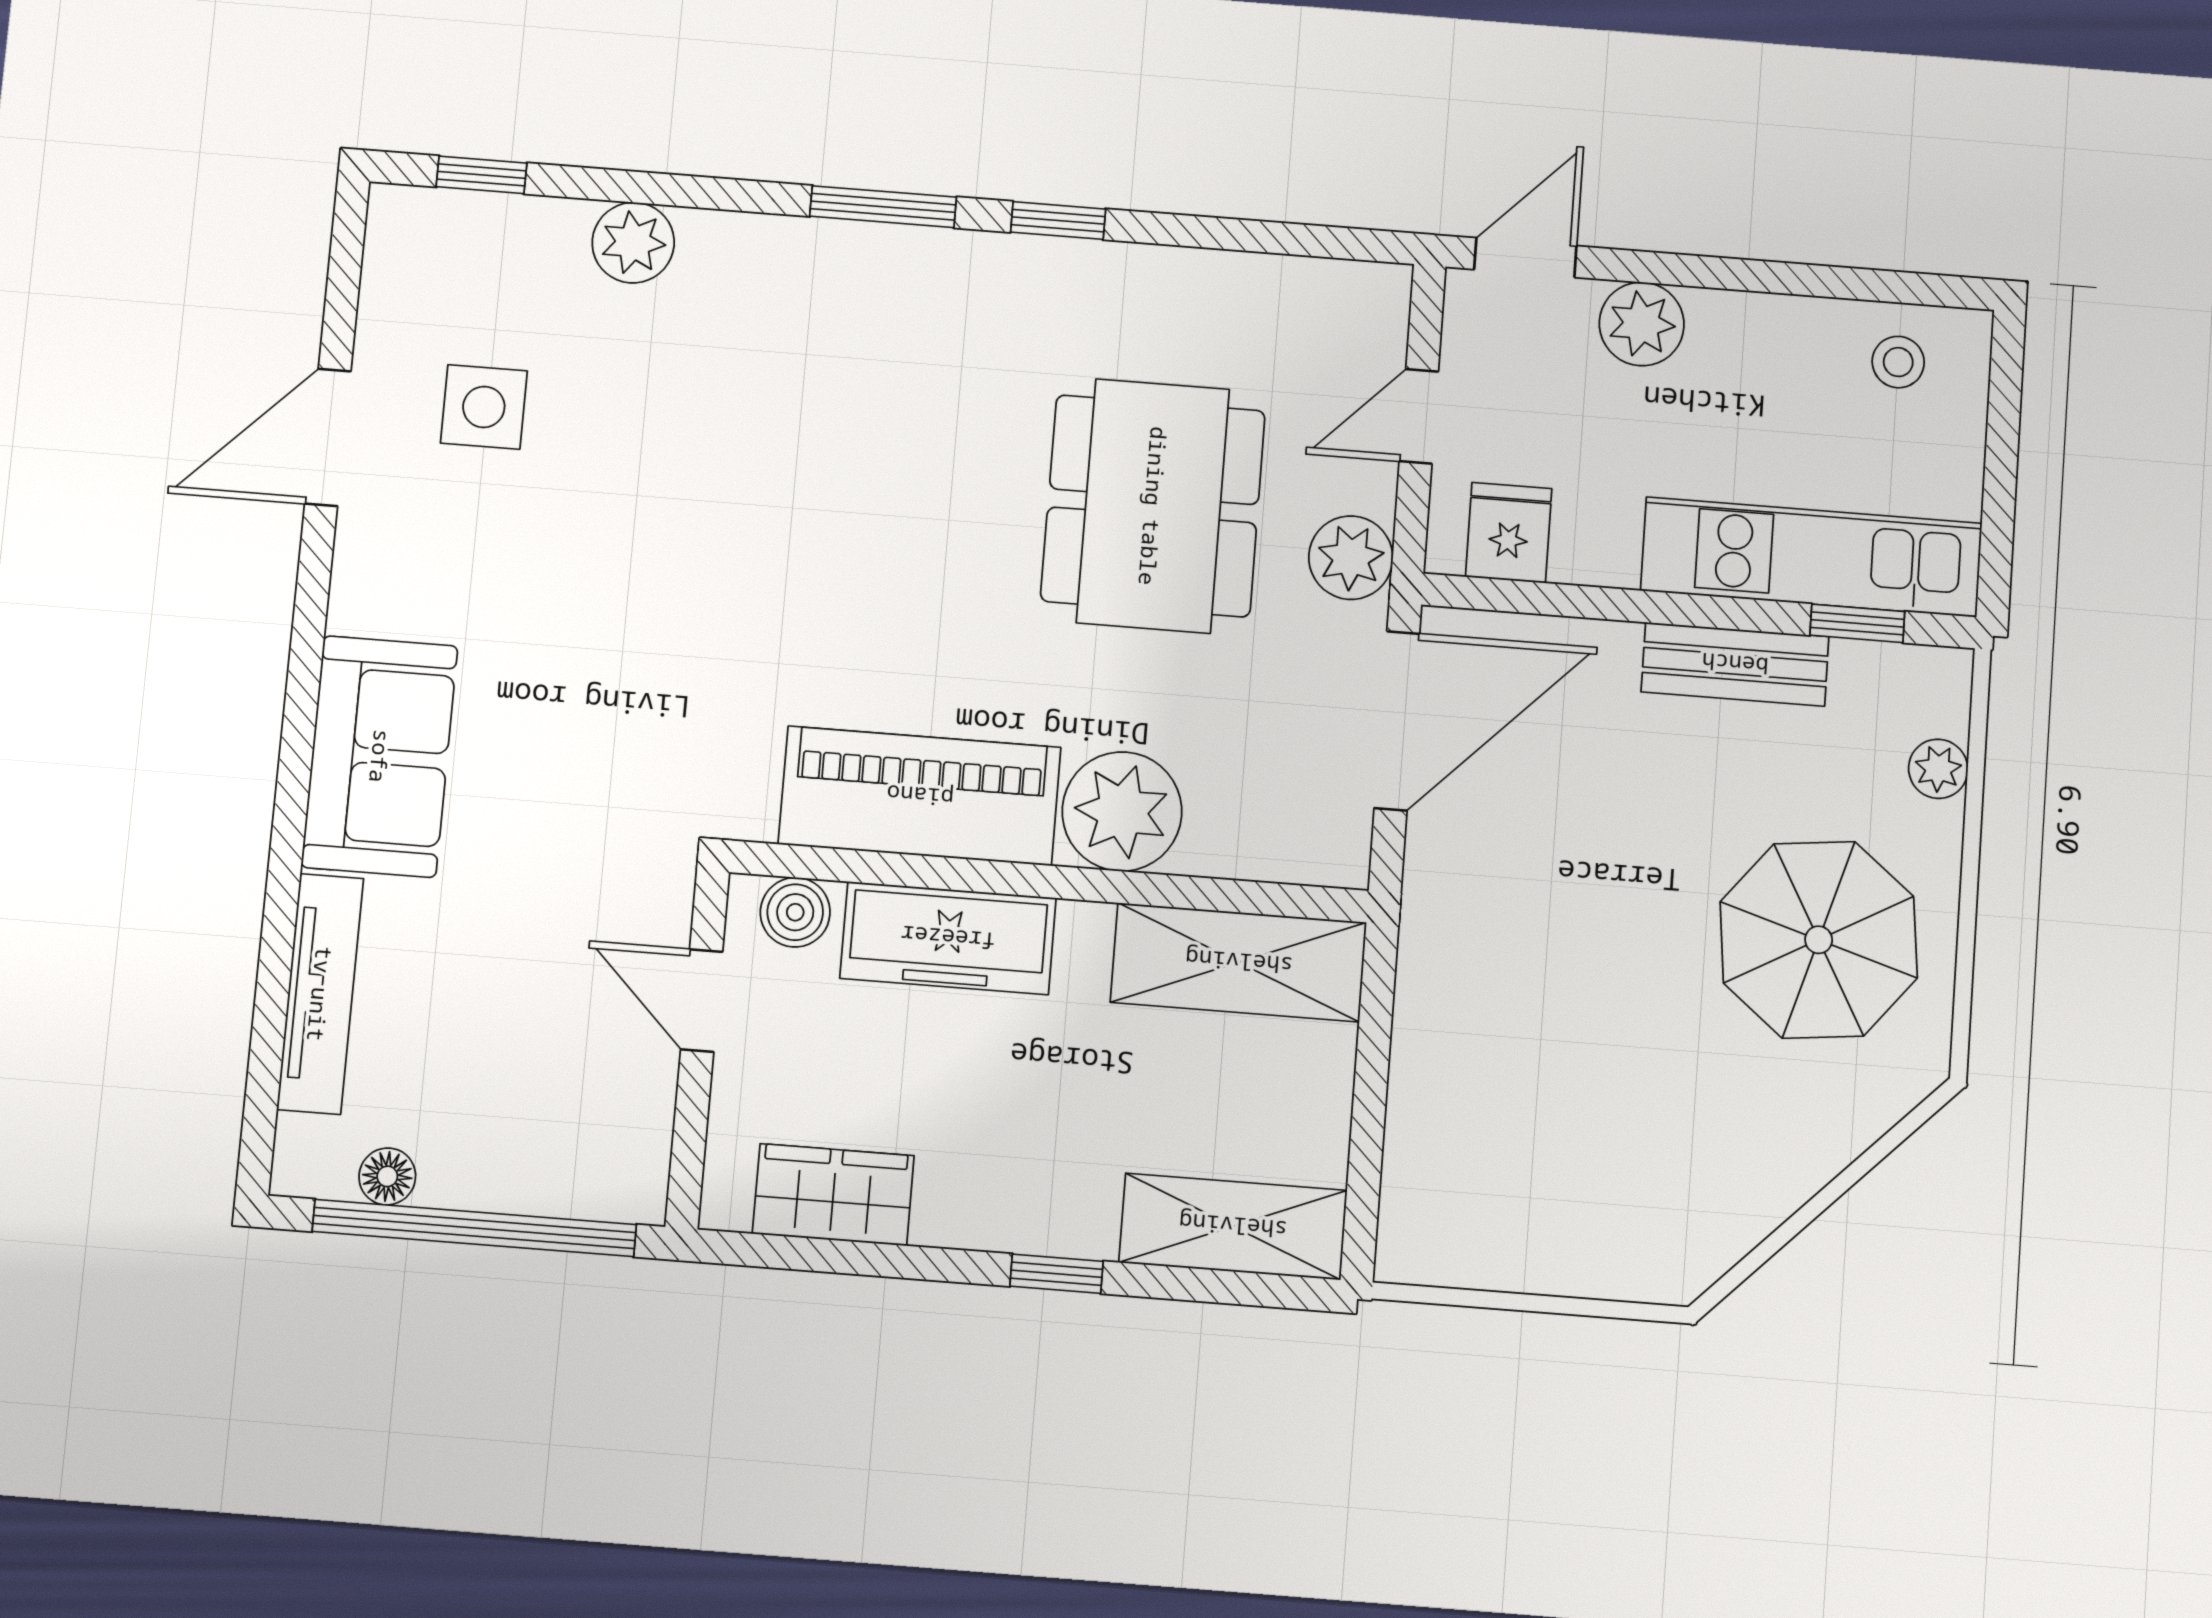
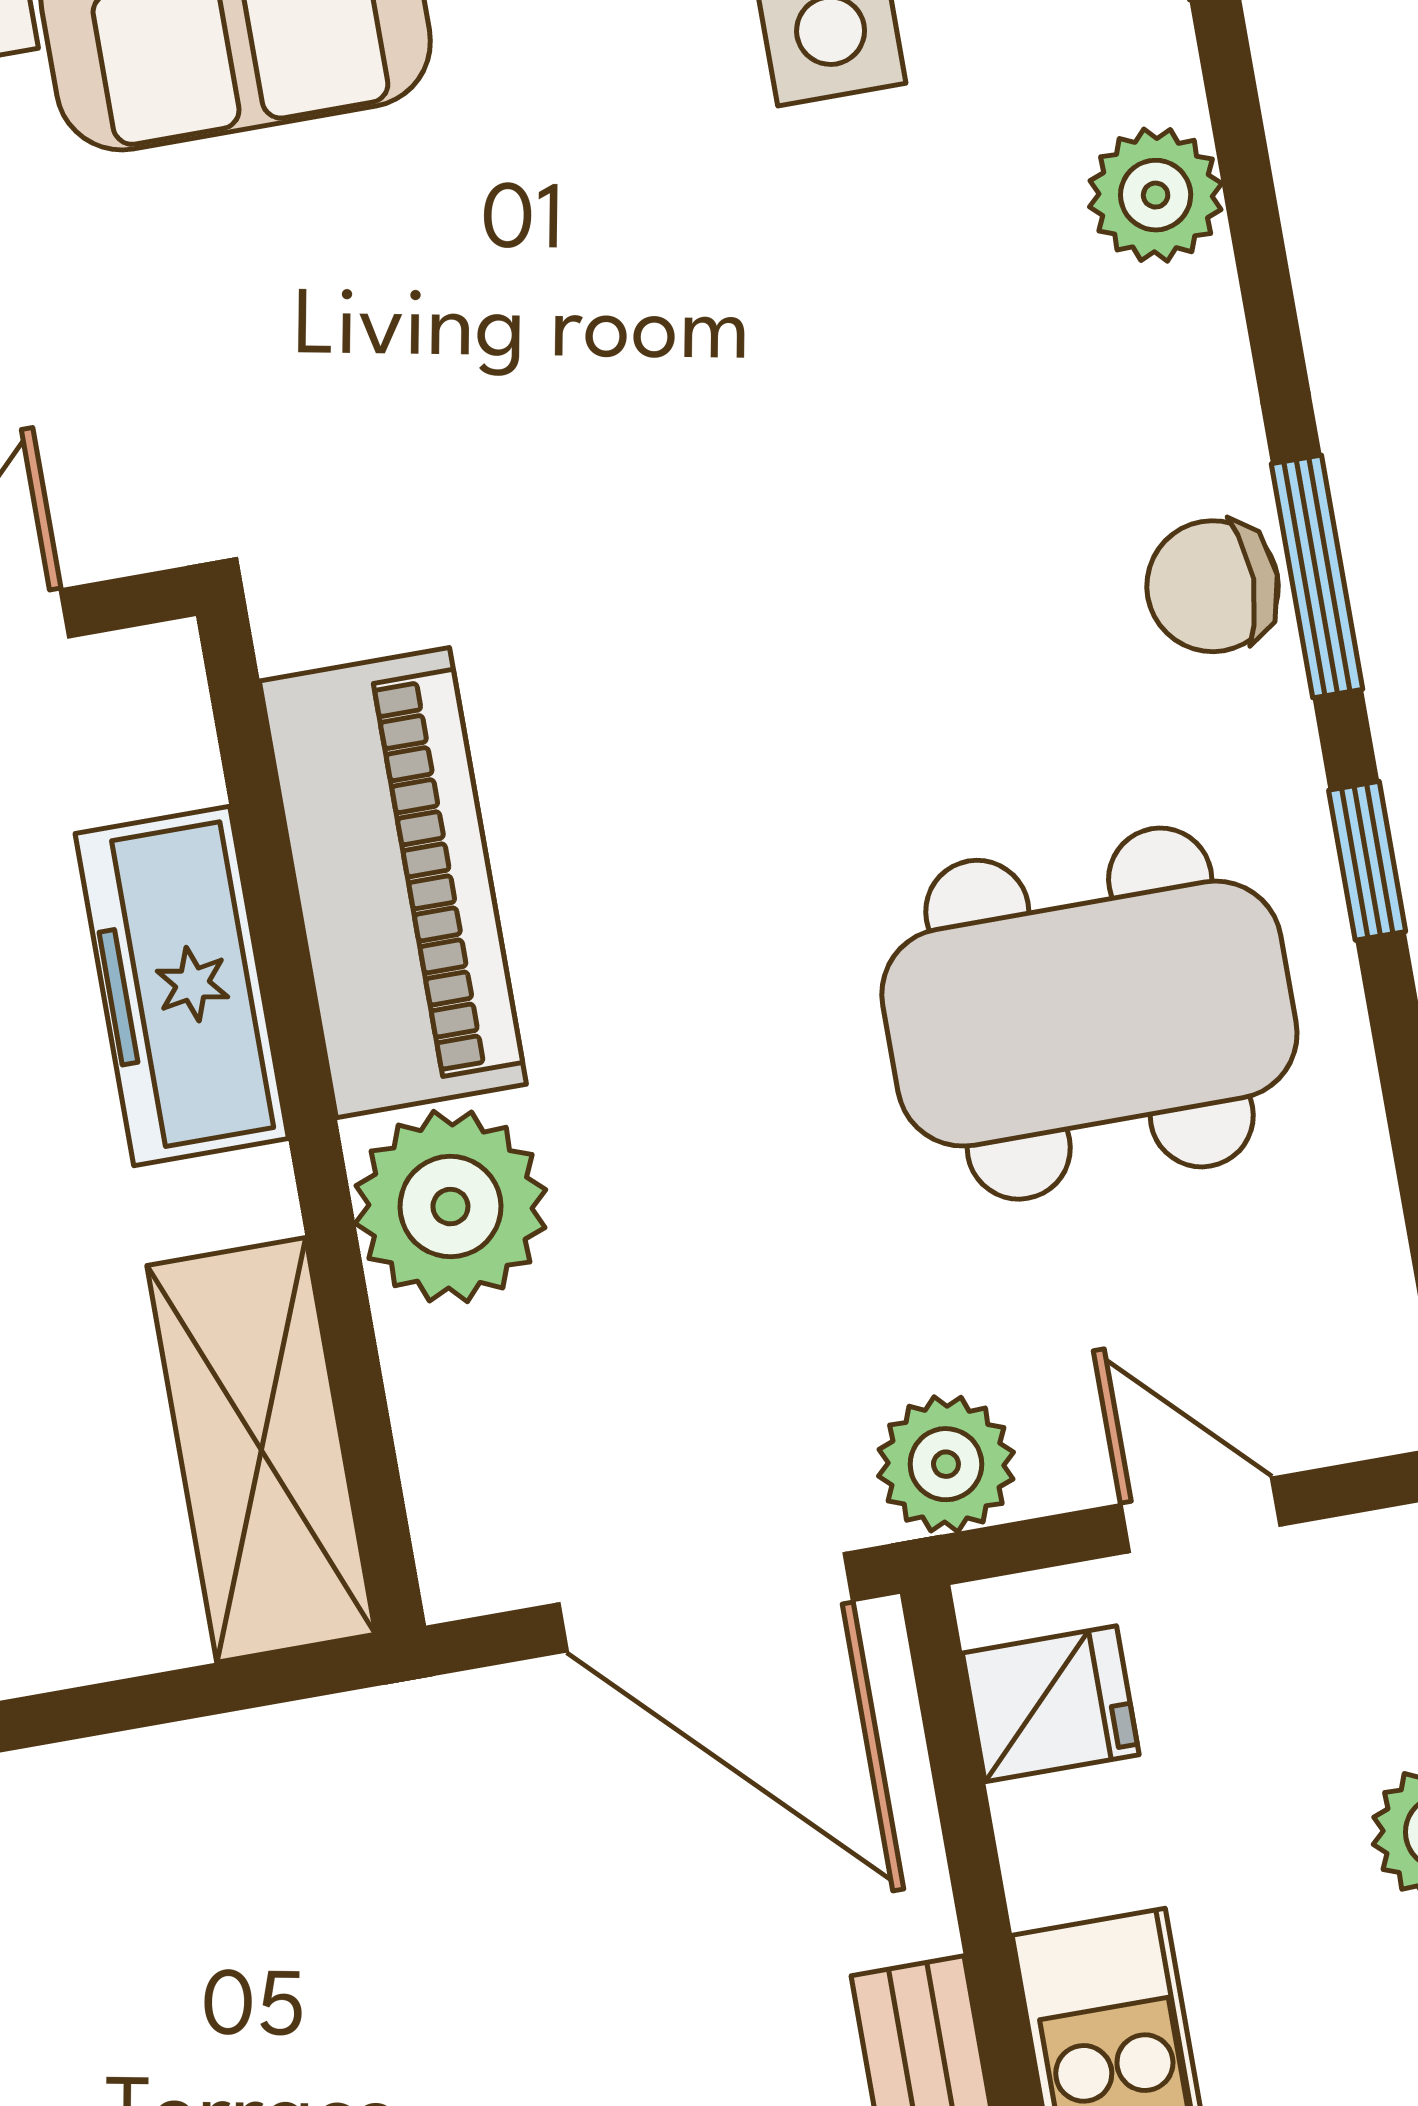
chair: (872, 269) -> (1213, 586), added
dining table: (1153, 506) -> (1089, 1014), moved
boiler: (795, 912) -> (160, 736), removed

